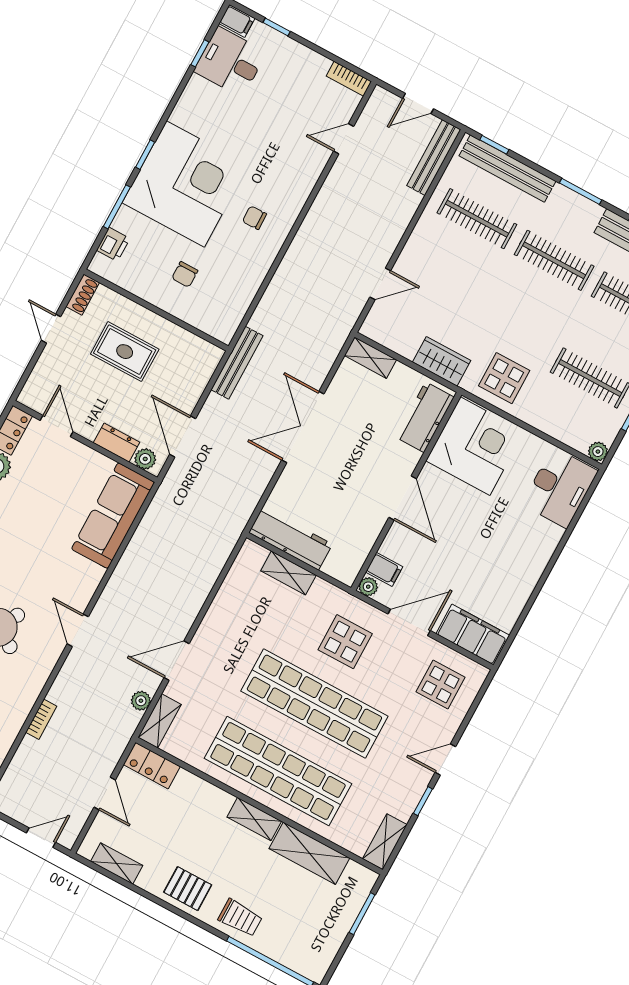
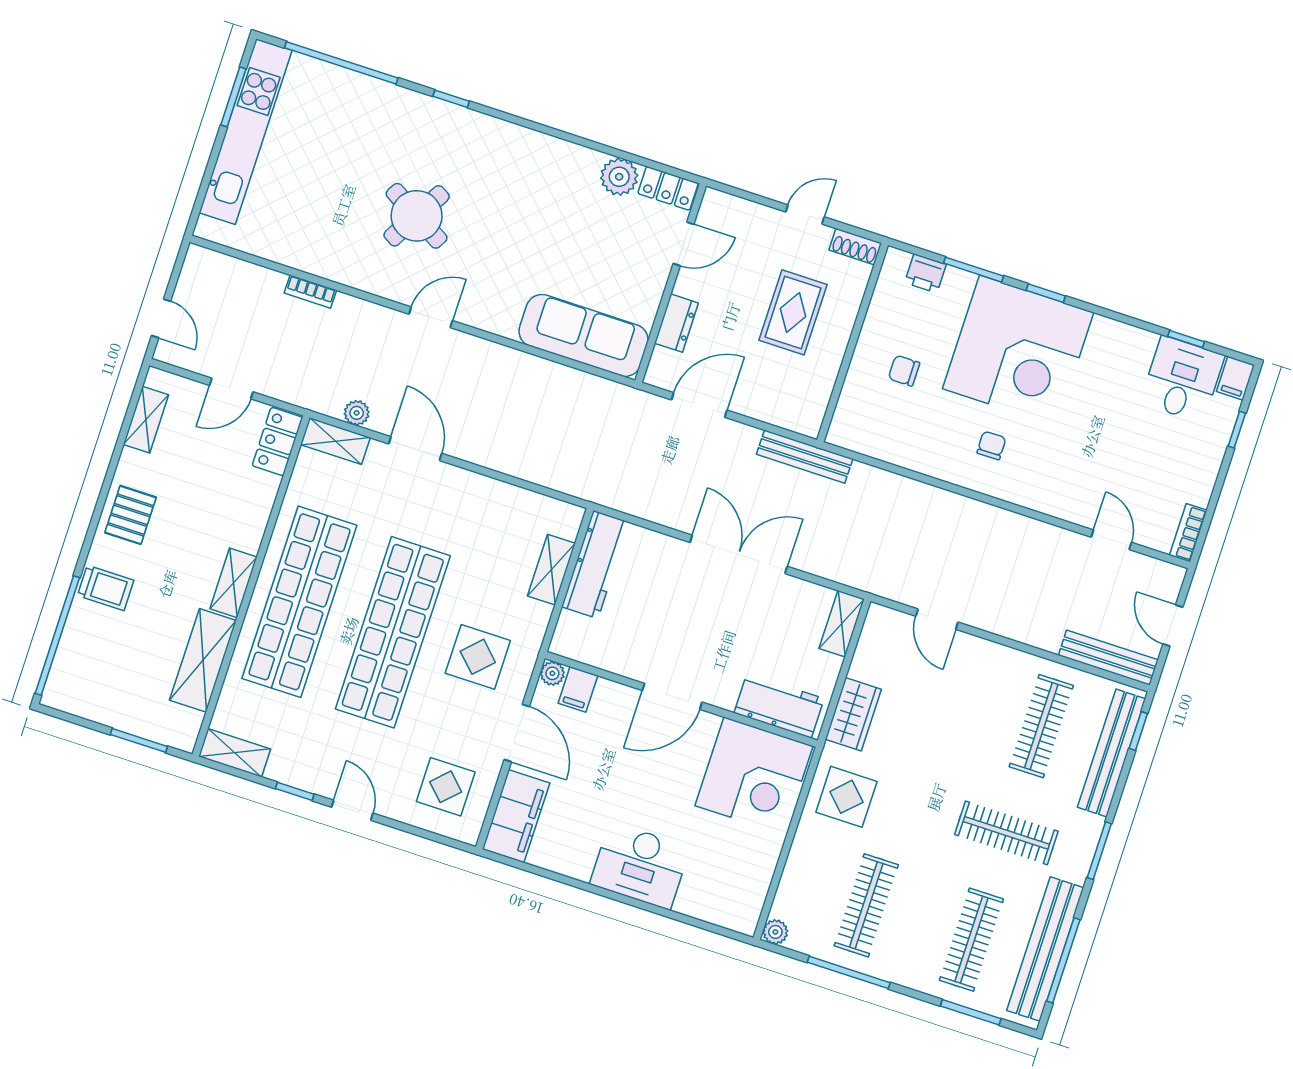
clothes rail: (554, 260) -> (1006, 833), turned 90
plant: (145, 459) -> (662, 363), removed
desk: (560, 488) -> (640, 866), moved
trolley: (240, 918) -> (106, 588), turned -90

